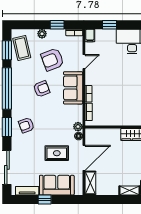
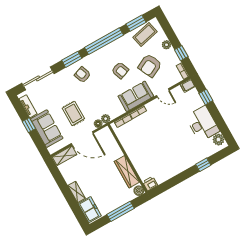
armchair: (52, 59) -> (150, 66), turned -95

